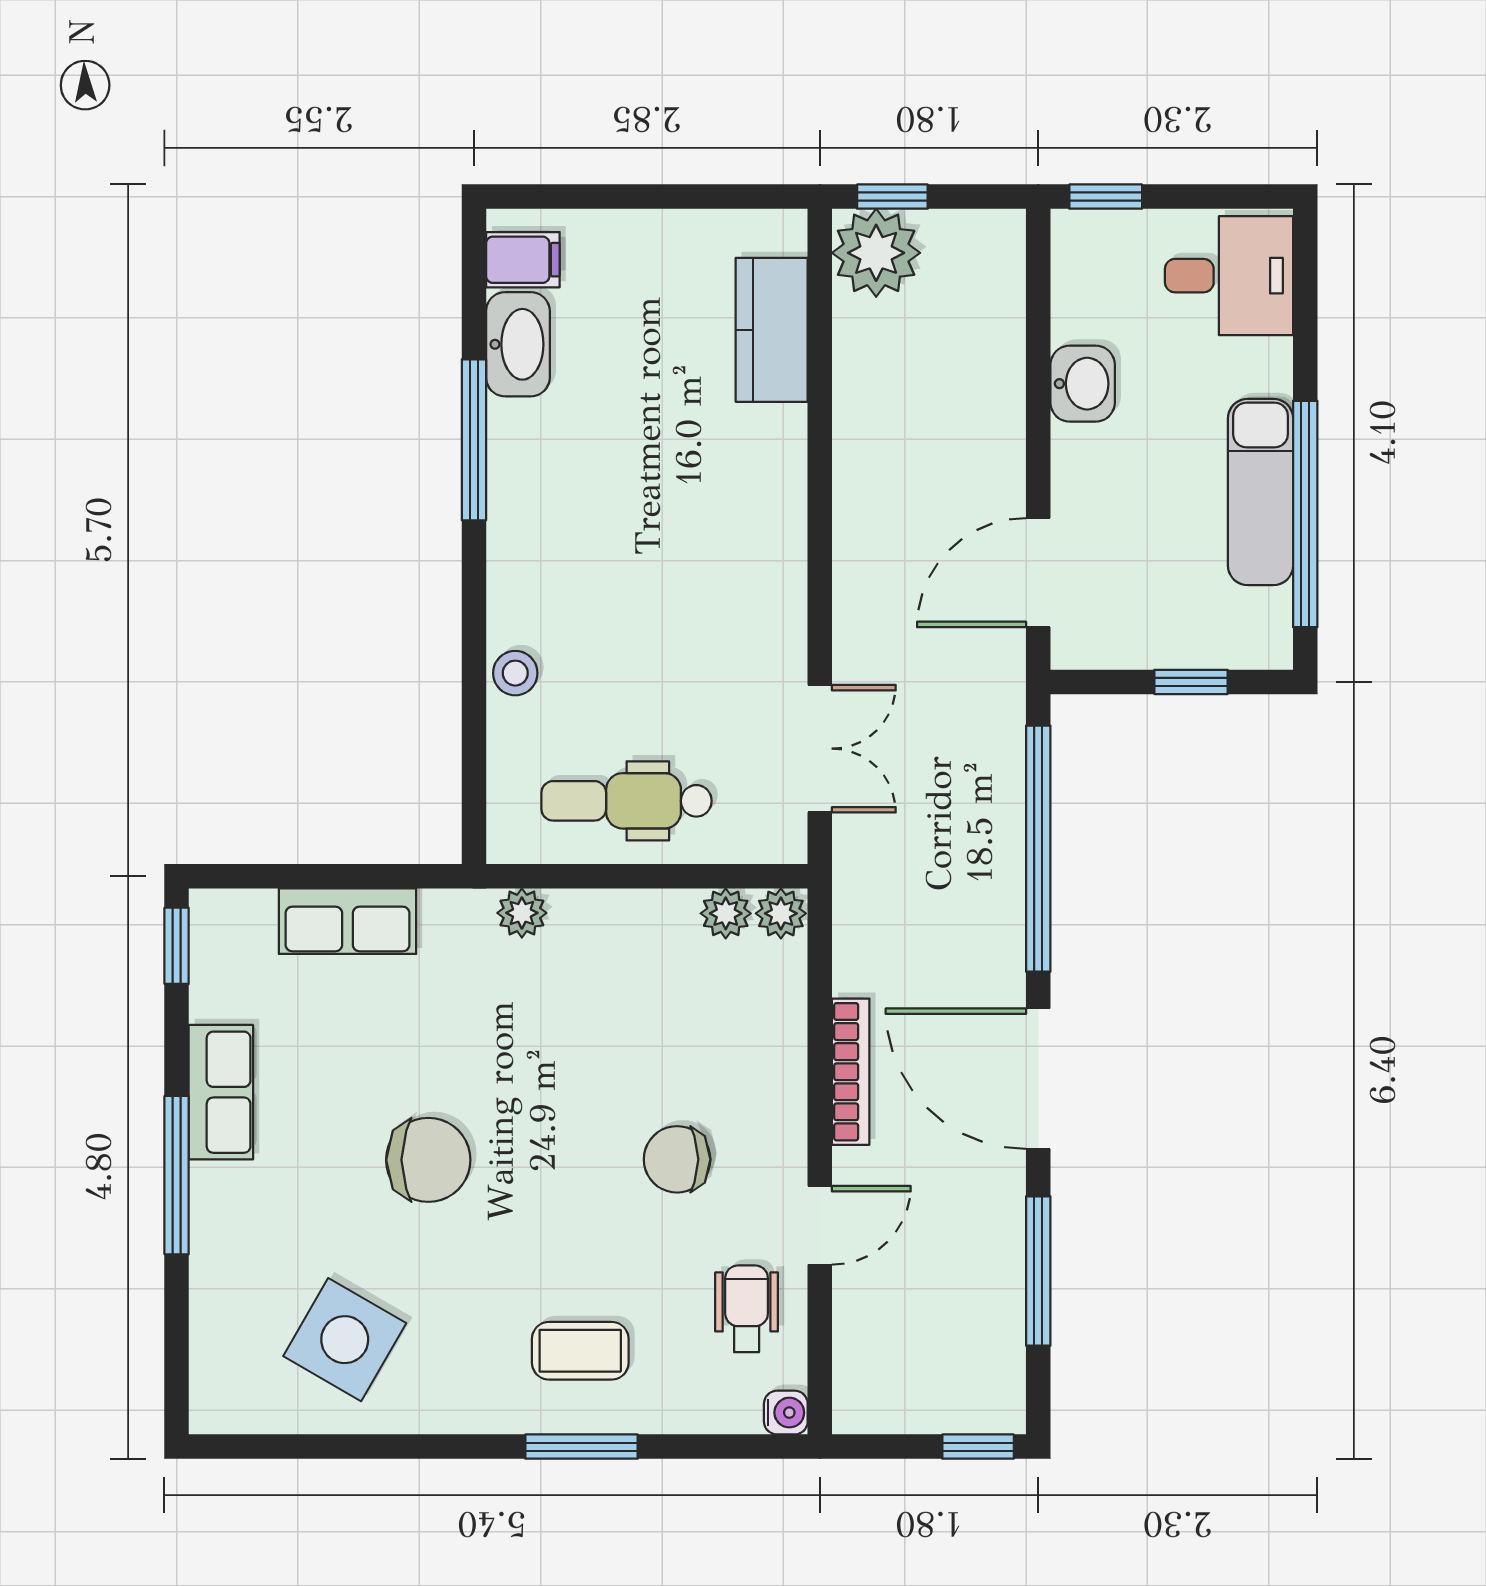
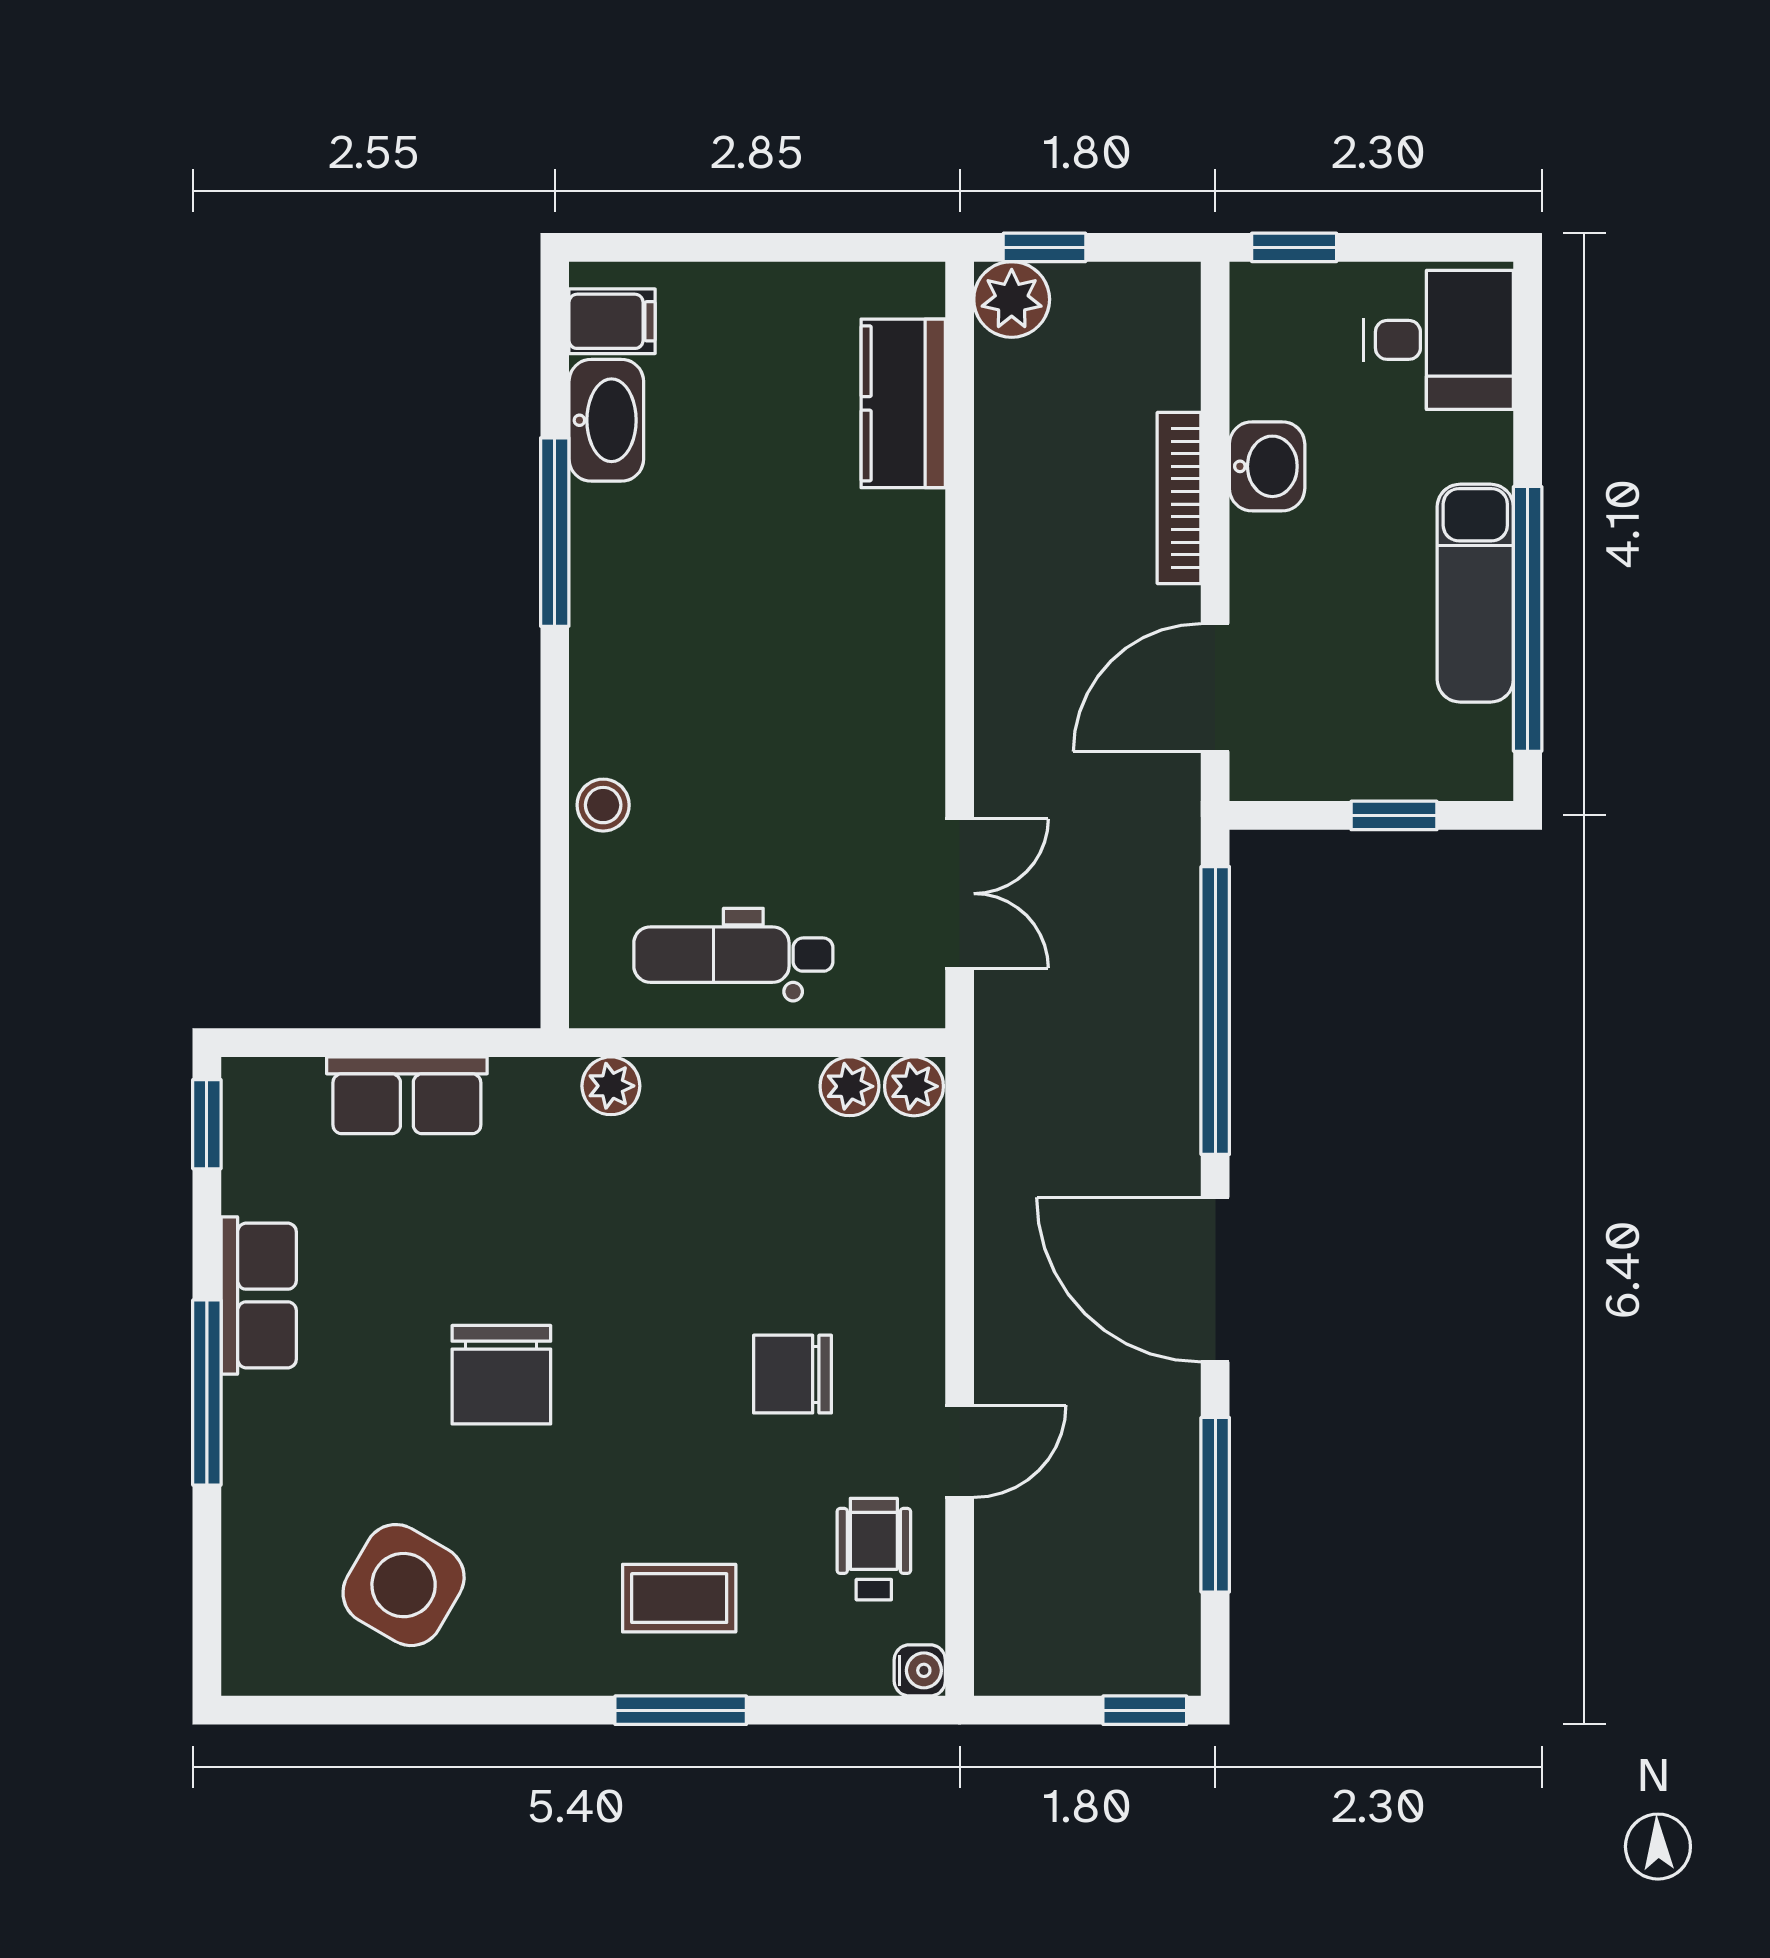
plant: (876, 253) -> (1012, 299), width x0.73, depth x0.73
bookcase: (851, 1072) -> (1179, 498), moved, turned 180
chair: (428, 1160) -> (501, 1375), turned 90

